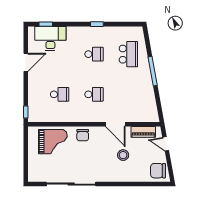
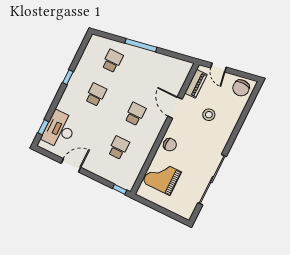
school desk: (128, 54) -> (112, 61), width x0.54
door: (26, 62) -> (71, 165), hinge flipped
door: (115, 124) -> (175, 108), swing flipped
grand piano: (53, 142) -> (162, 177), turned -90
door: (166, 144) -> (218, 68), hinge flipped

